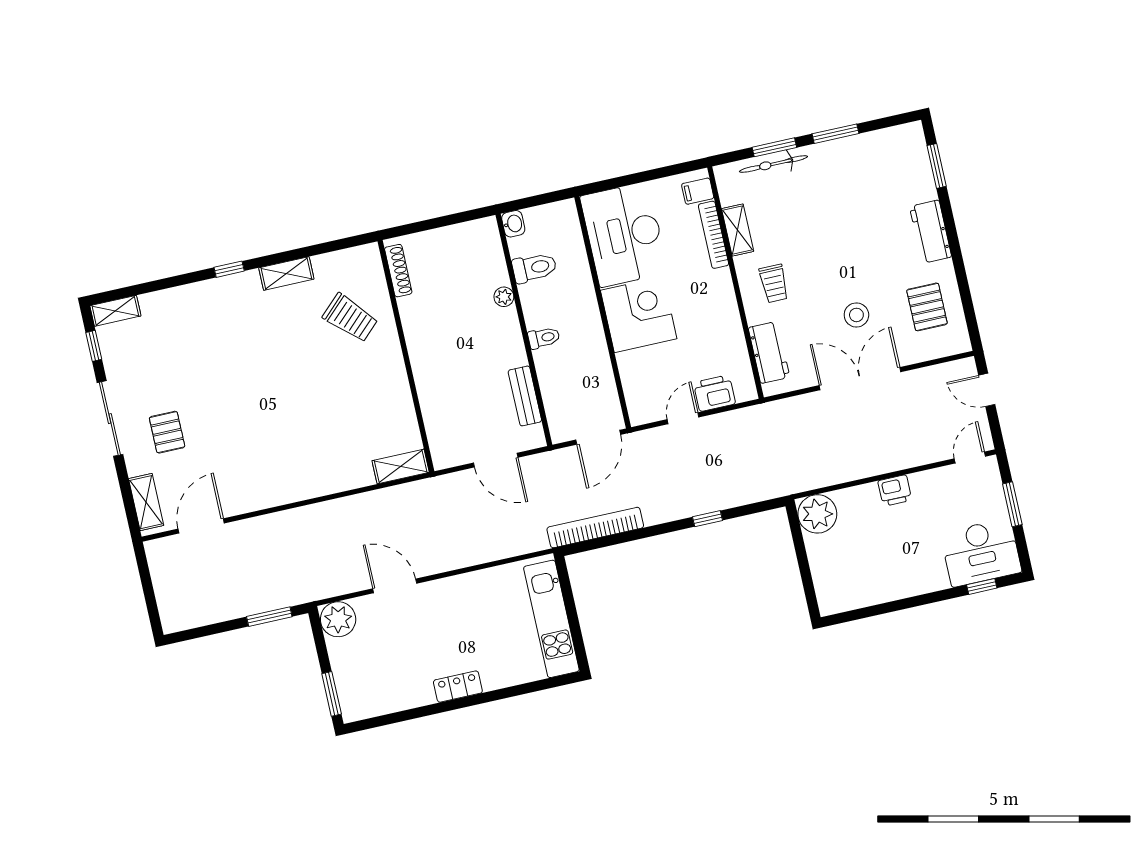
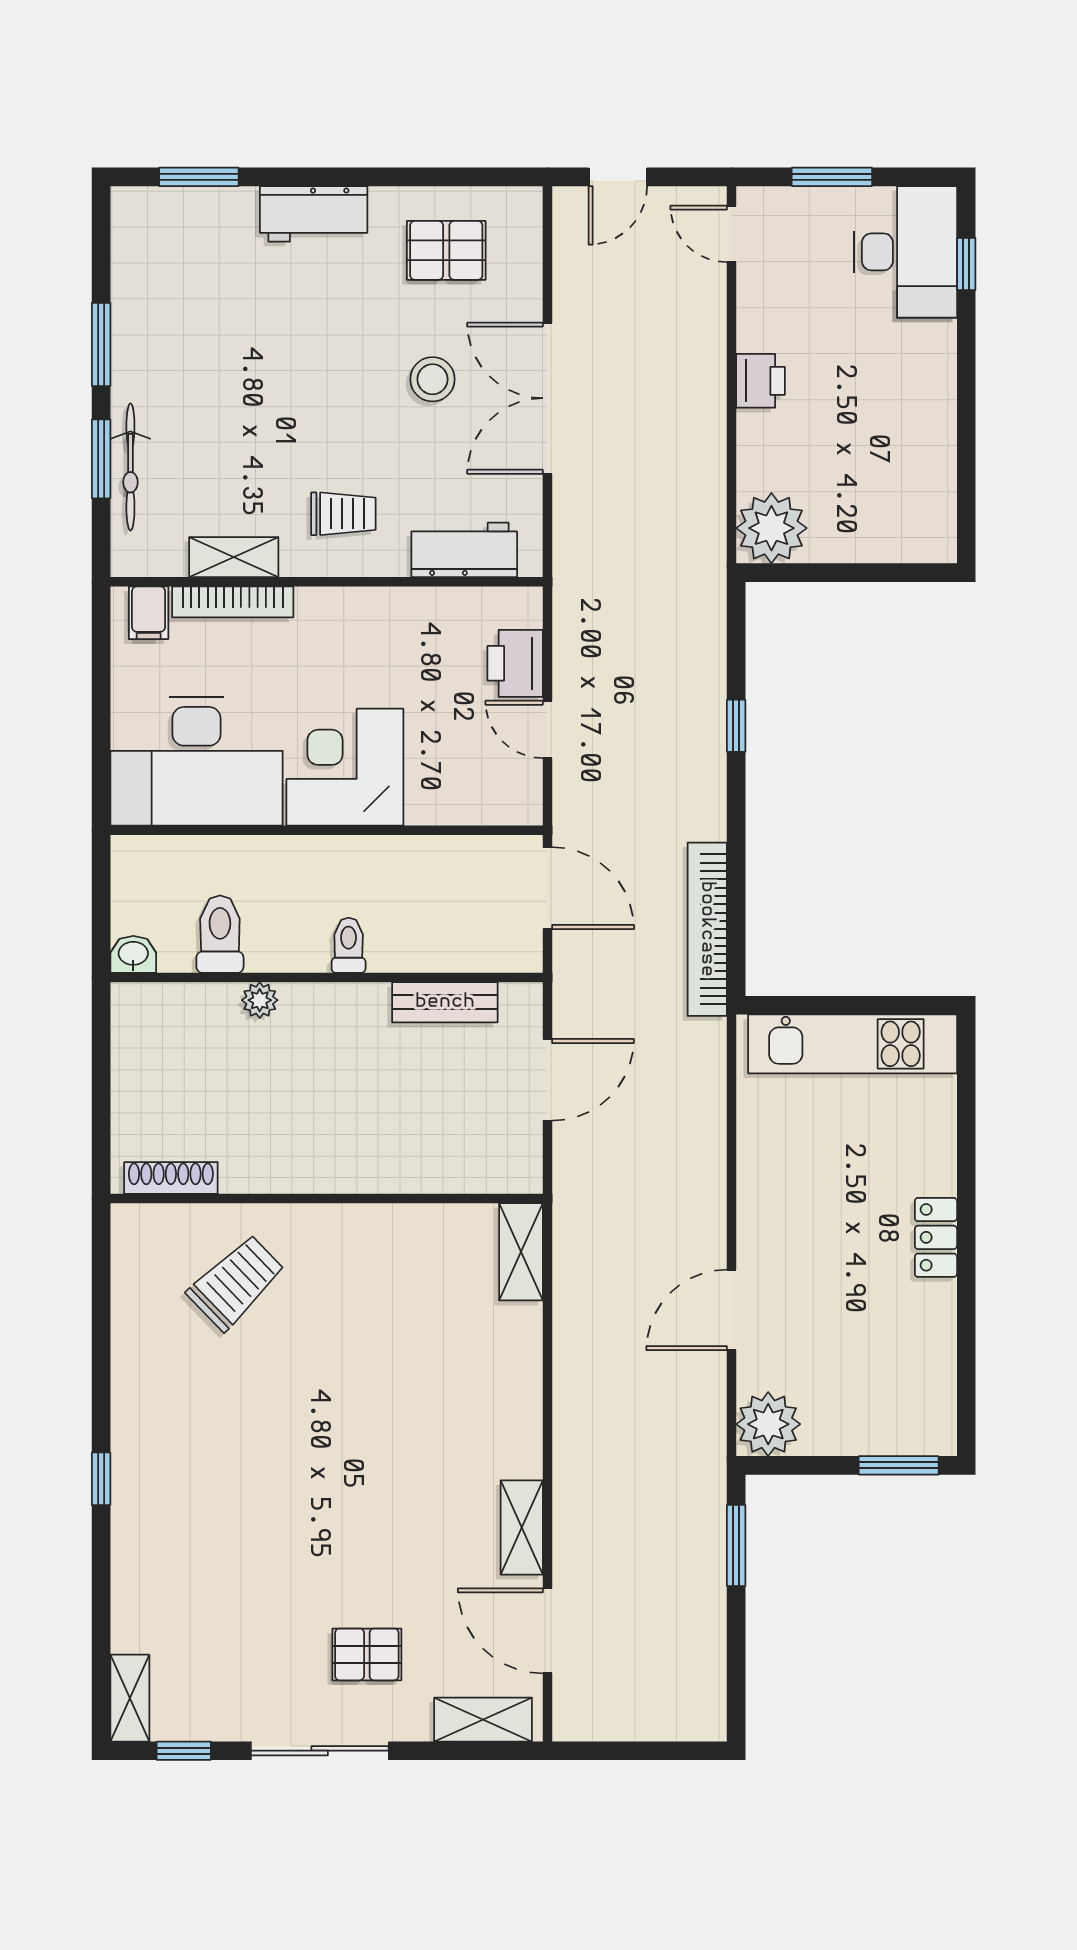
shelving: (286, 273) -> (522, 1528), moved

